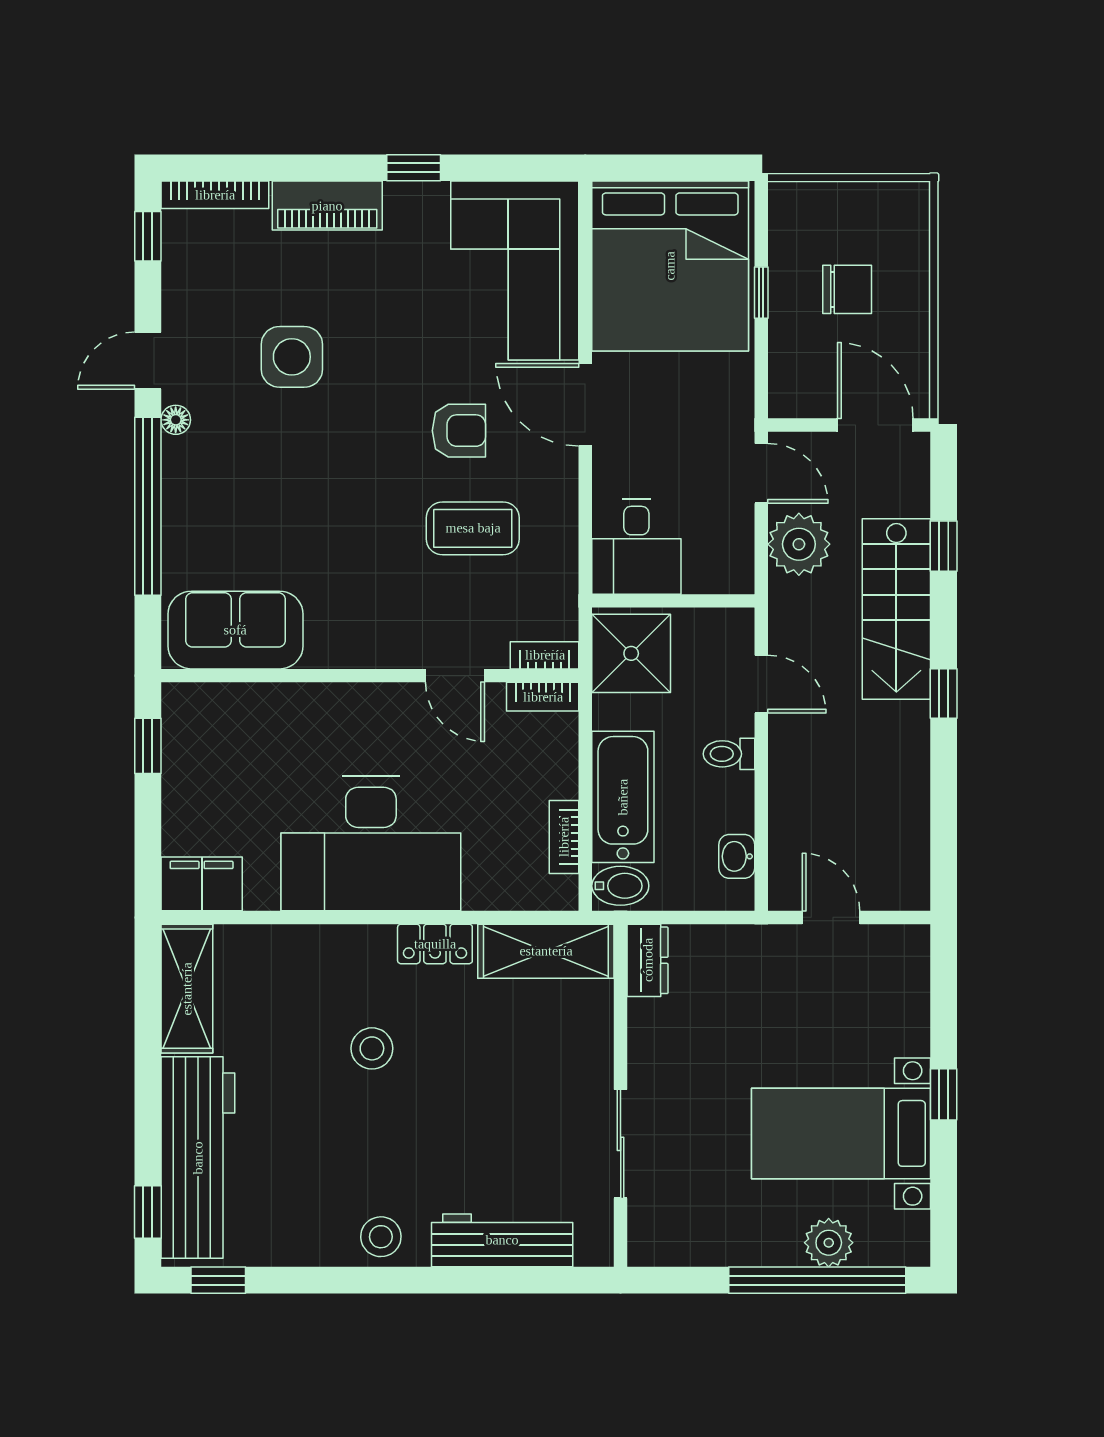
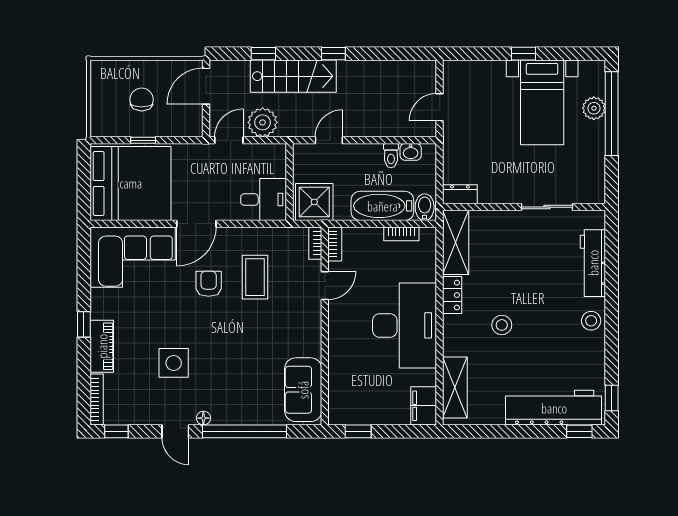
window: (414, 168) -> (84, 324), moved
toilet: (729, 754) -> (391, 156), moved
shelving: (187, 989) -> (455, 387), moved, turned 90

